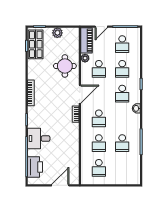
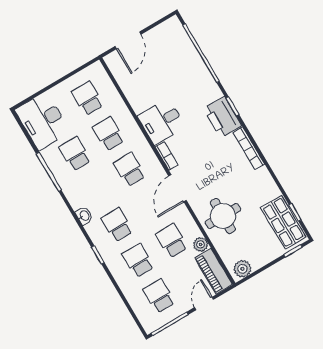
plant: (57, 33) -> (242, 269), moved
desk: (39, 139) -> (162, 121), moved, turned 180
printer: (35, 167) -> (222, 117), moved
desk: (129, 170) -> (43, 121), added

